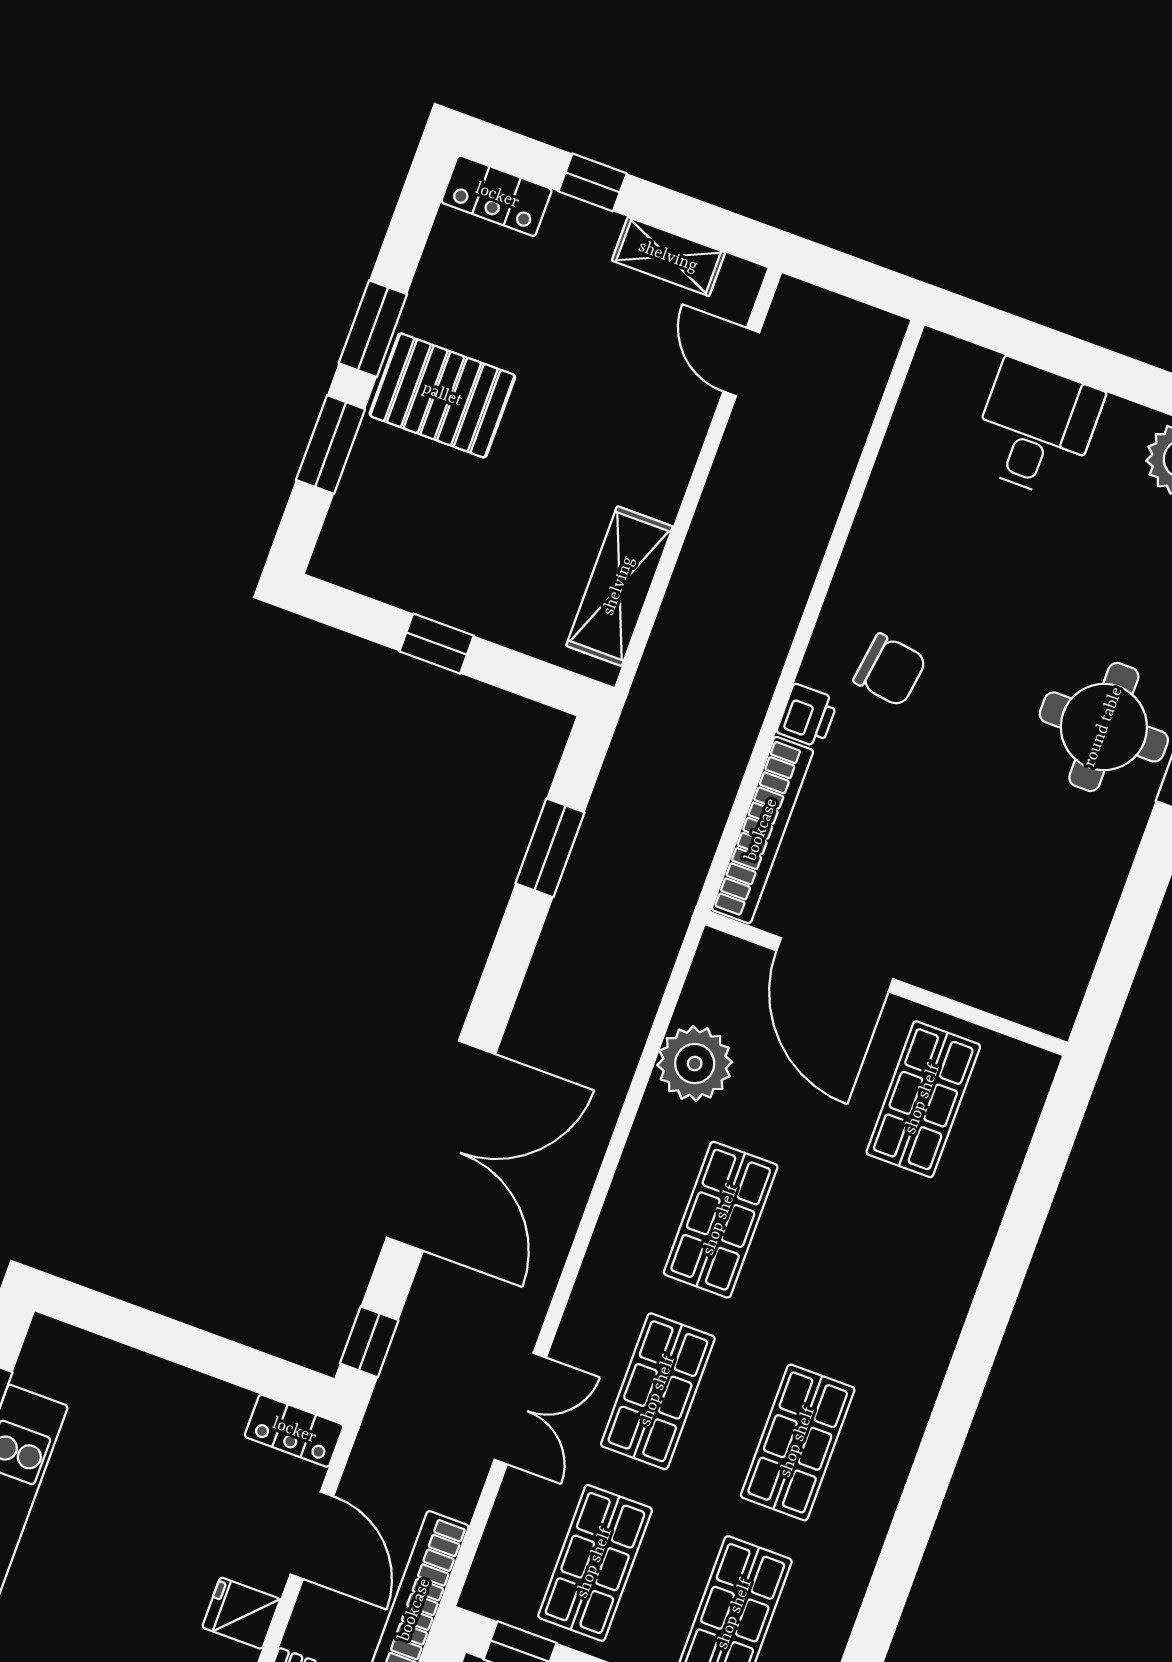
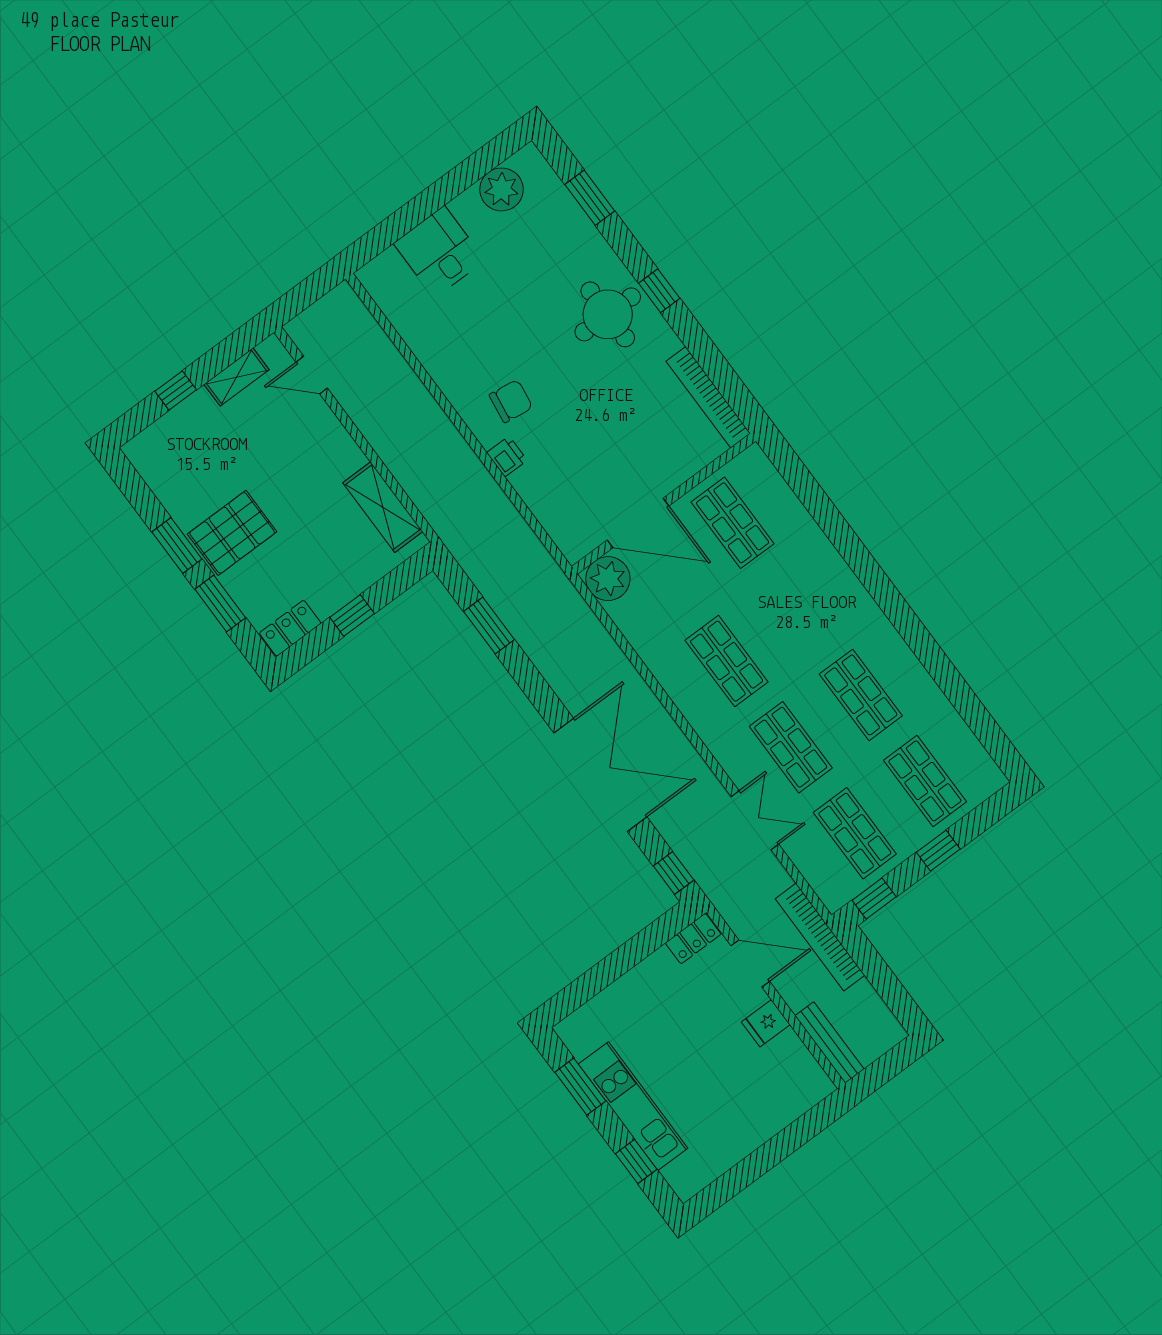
locker: (497, 196) -> (290, 628), moved, turned 180
bookcase: (762, 830) -> (708, 397), moved, turned 180
plant: (695, 1064) -> (608, 579), moved

